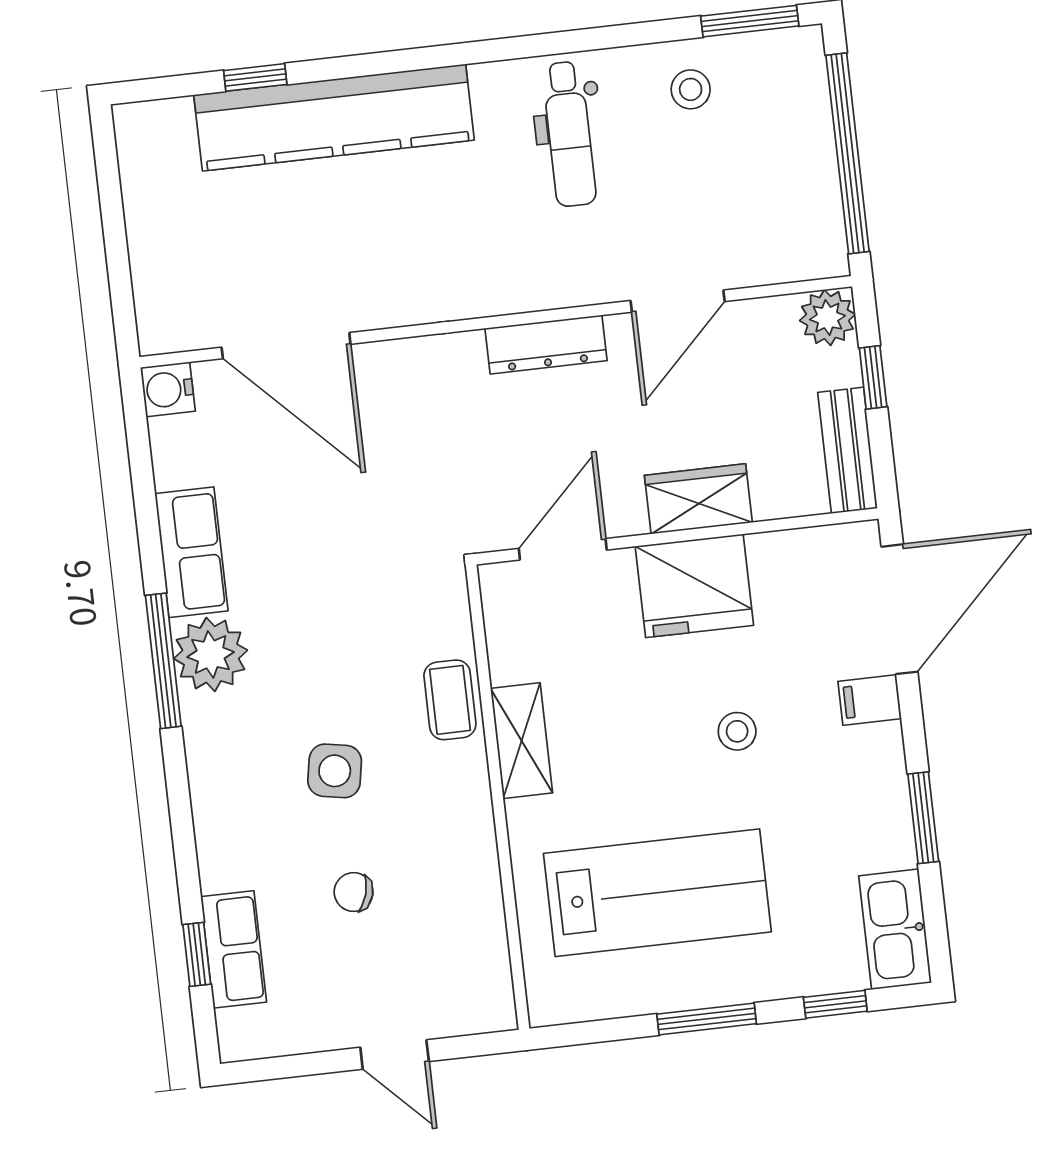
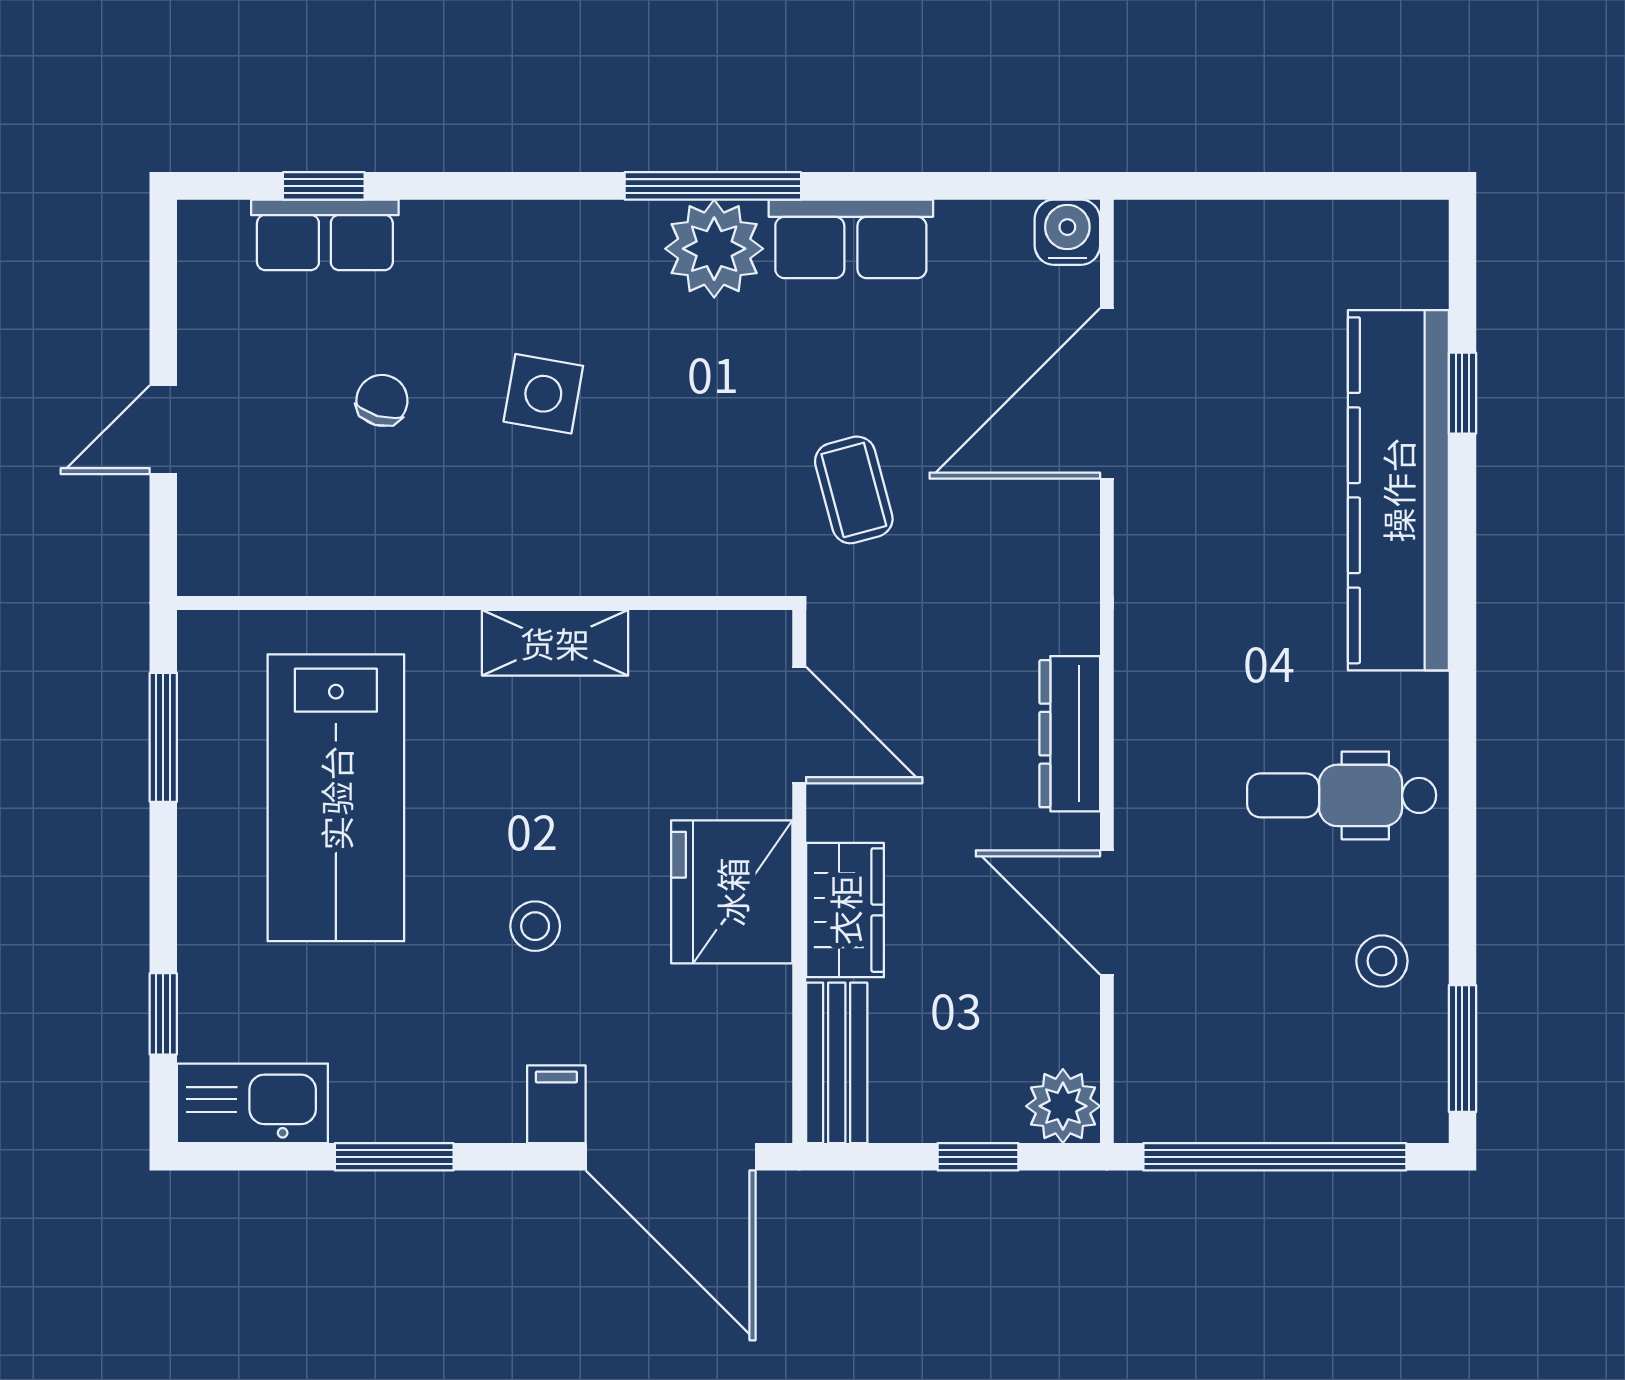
bench: (848, 450) -> (837, 1063), moved, turned 90
coffee table: (450, 700) -> (854, 490), moved, turned 75
window: (707, 1019) -> (163, 737), moved

